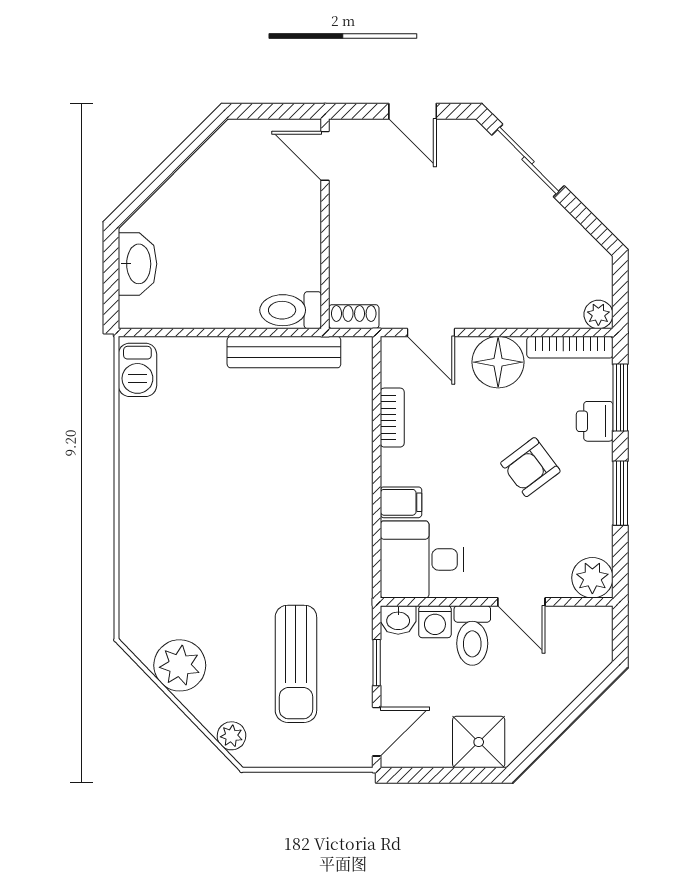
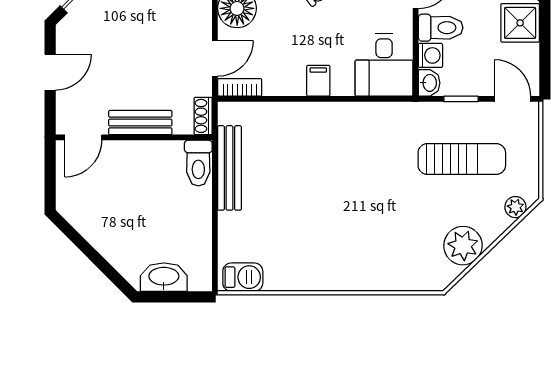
bench: (345, 232) -> (140, 123), added
bookcase: (392, 418) -> (240, 87), moved
filing cabinet: (401, 502) -> (318, 81), moved

